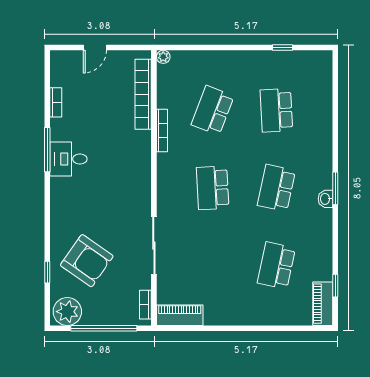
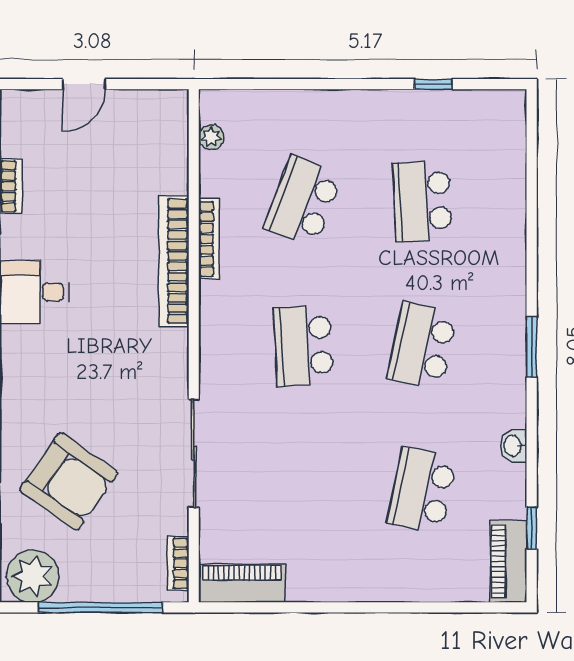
plant: (163, 57) -> (211, 137), moved
bookcase: (143, 94) -> (174, 261), moved
washbasin: (325, 199) -> (513, 446), moved

